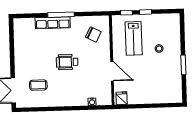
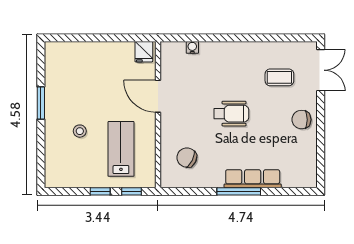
chair: (24, 60) -> (301, 120), added

